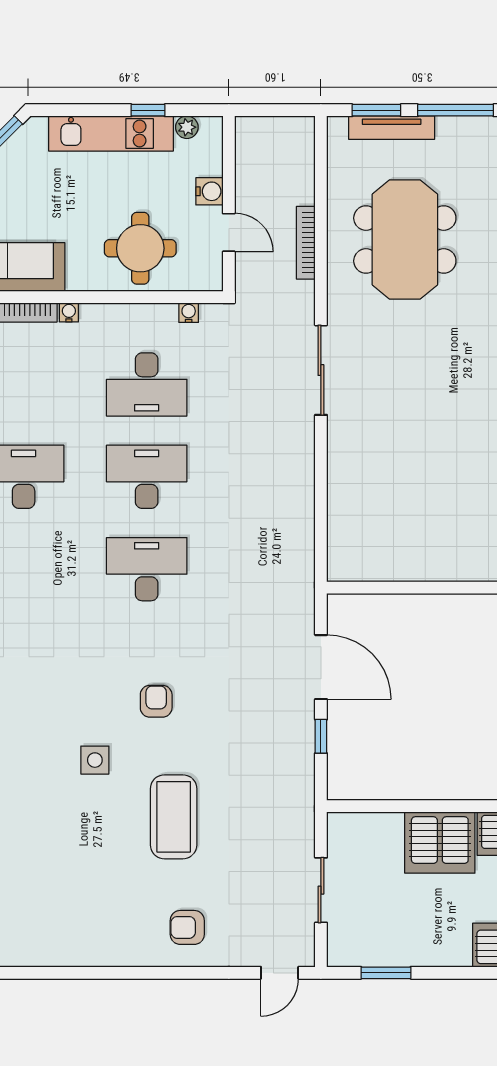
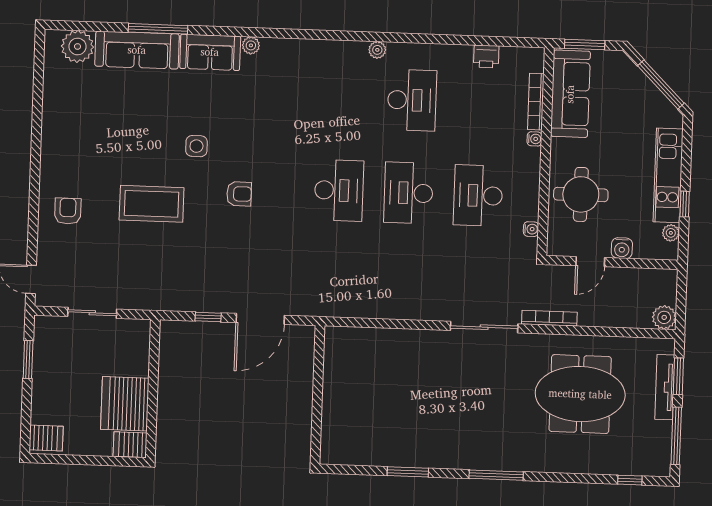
plant: (299, 132) -> (664, 317), added
bookcase: (306, 243) -> (549, 318), moved
desk: (147, 477) -> (408, 193), turned 180

